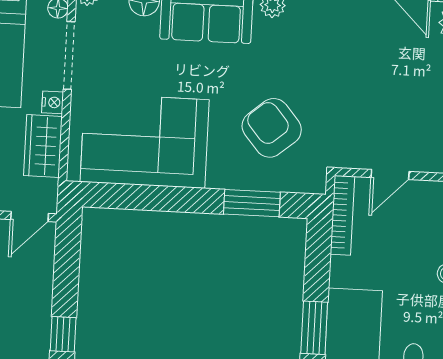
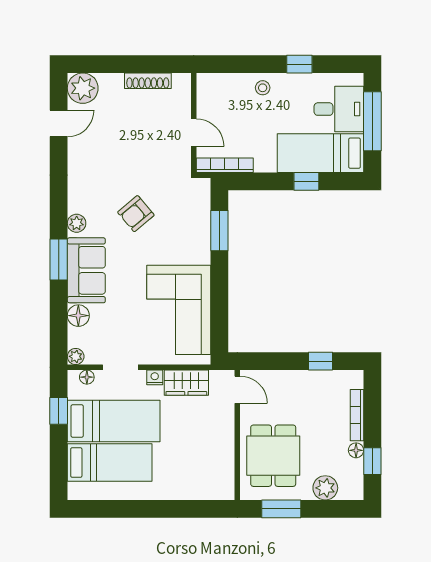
doorway: (69, 55) -> (120, 367), width x0.73
armchair: (272, 128) -> (136, 214), moved, width x0.72, depth x0.72
window: (314, 328) -> (306, 181), width x0.67

